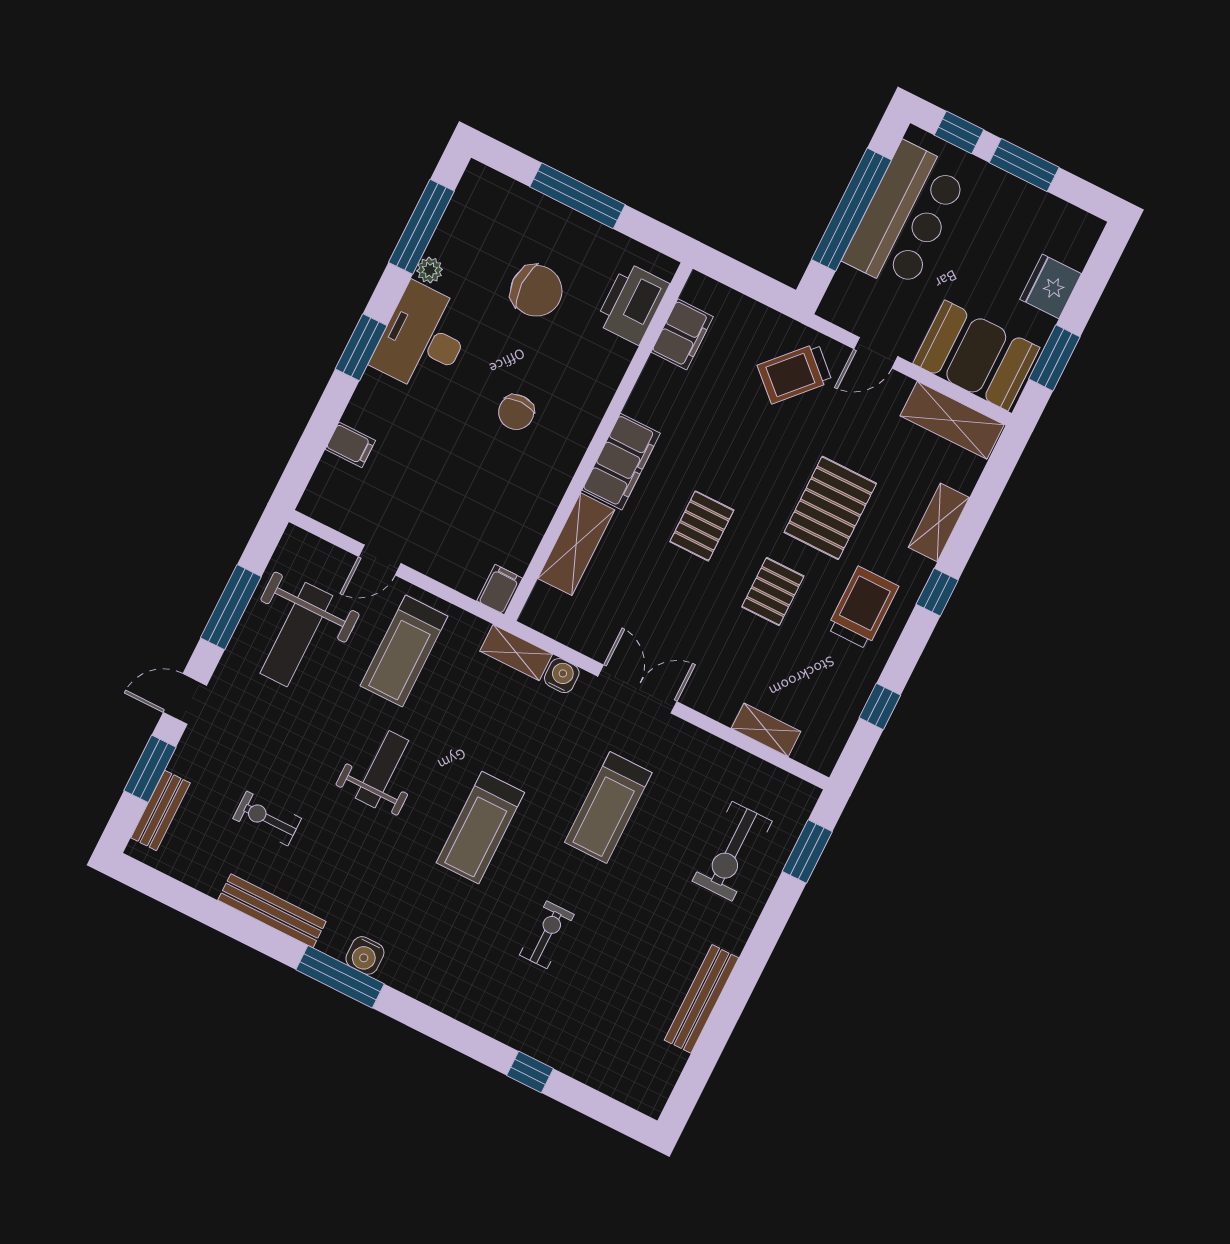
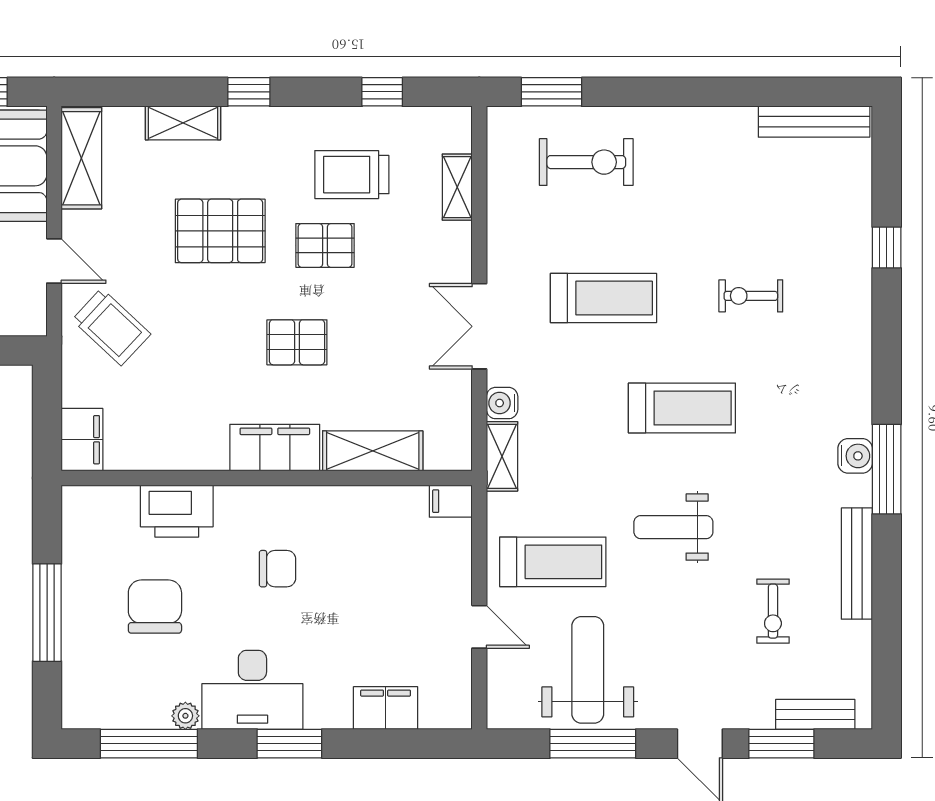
printer: (632, 304) -> (177, 511), moved
filing cabinet: (682, 334) -> (82, 440), moved, turned 90
filing cabinet: (350, 445) -> (386, 708), width x2.00
trolley: (863, 608) -> (352, 175), moved
weight bench: (296, 635) -> (588, 670), turned -90
bench: (702, 999) -> (814, 122), moved

